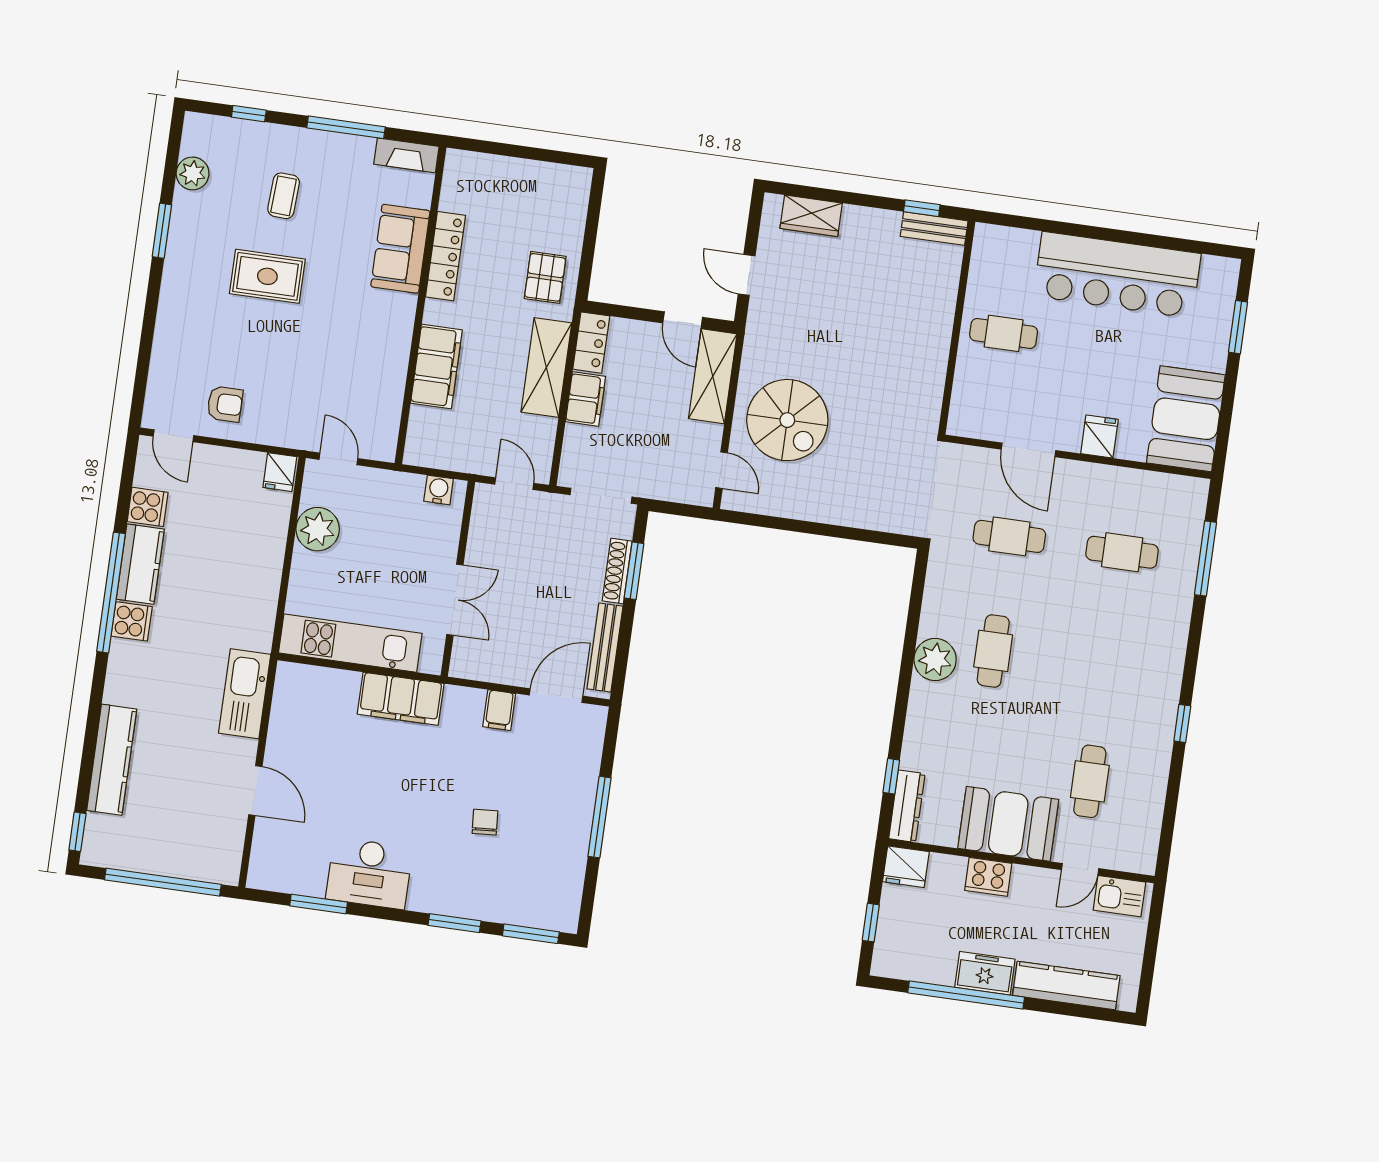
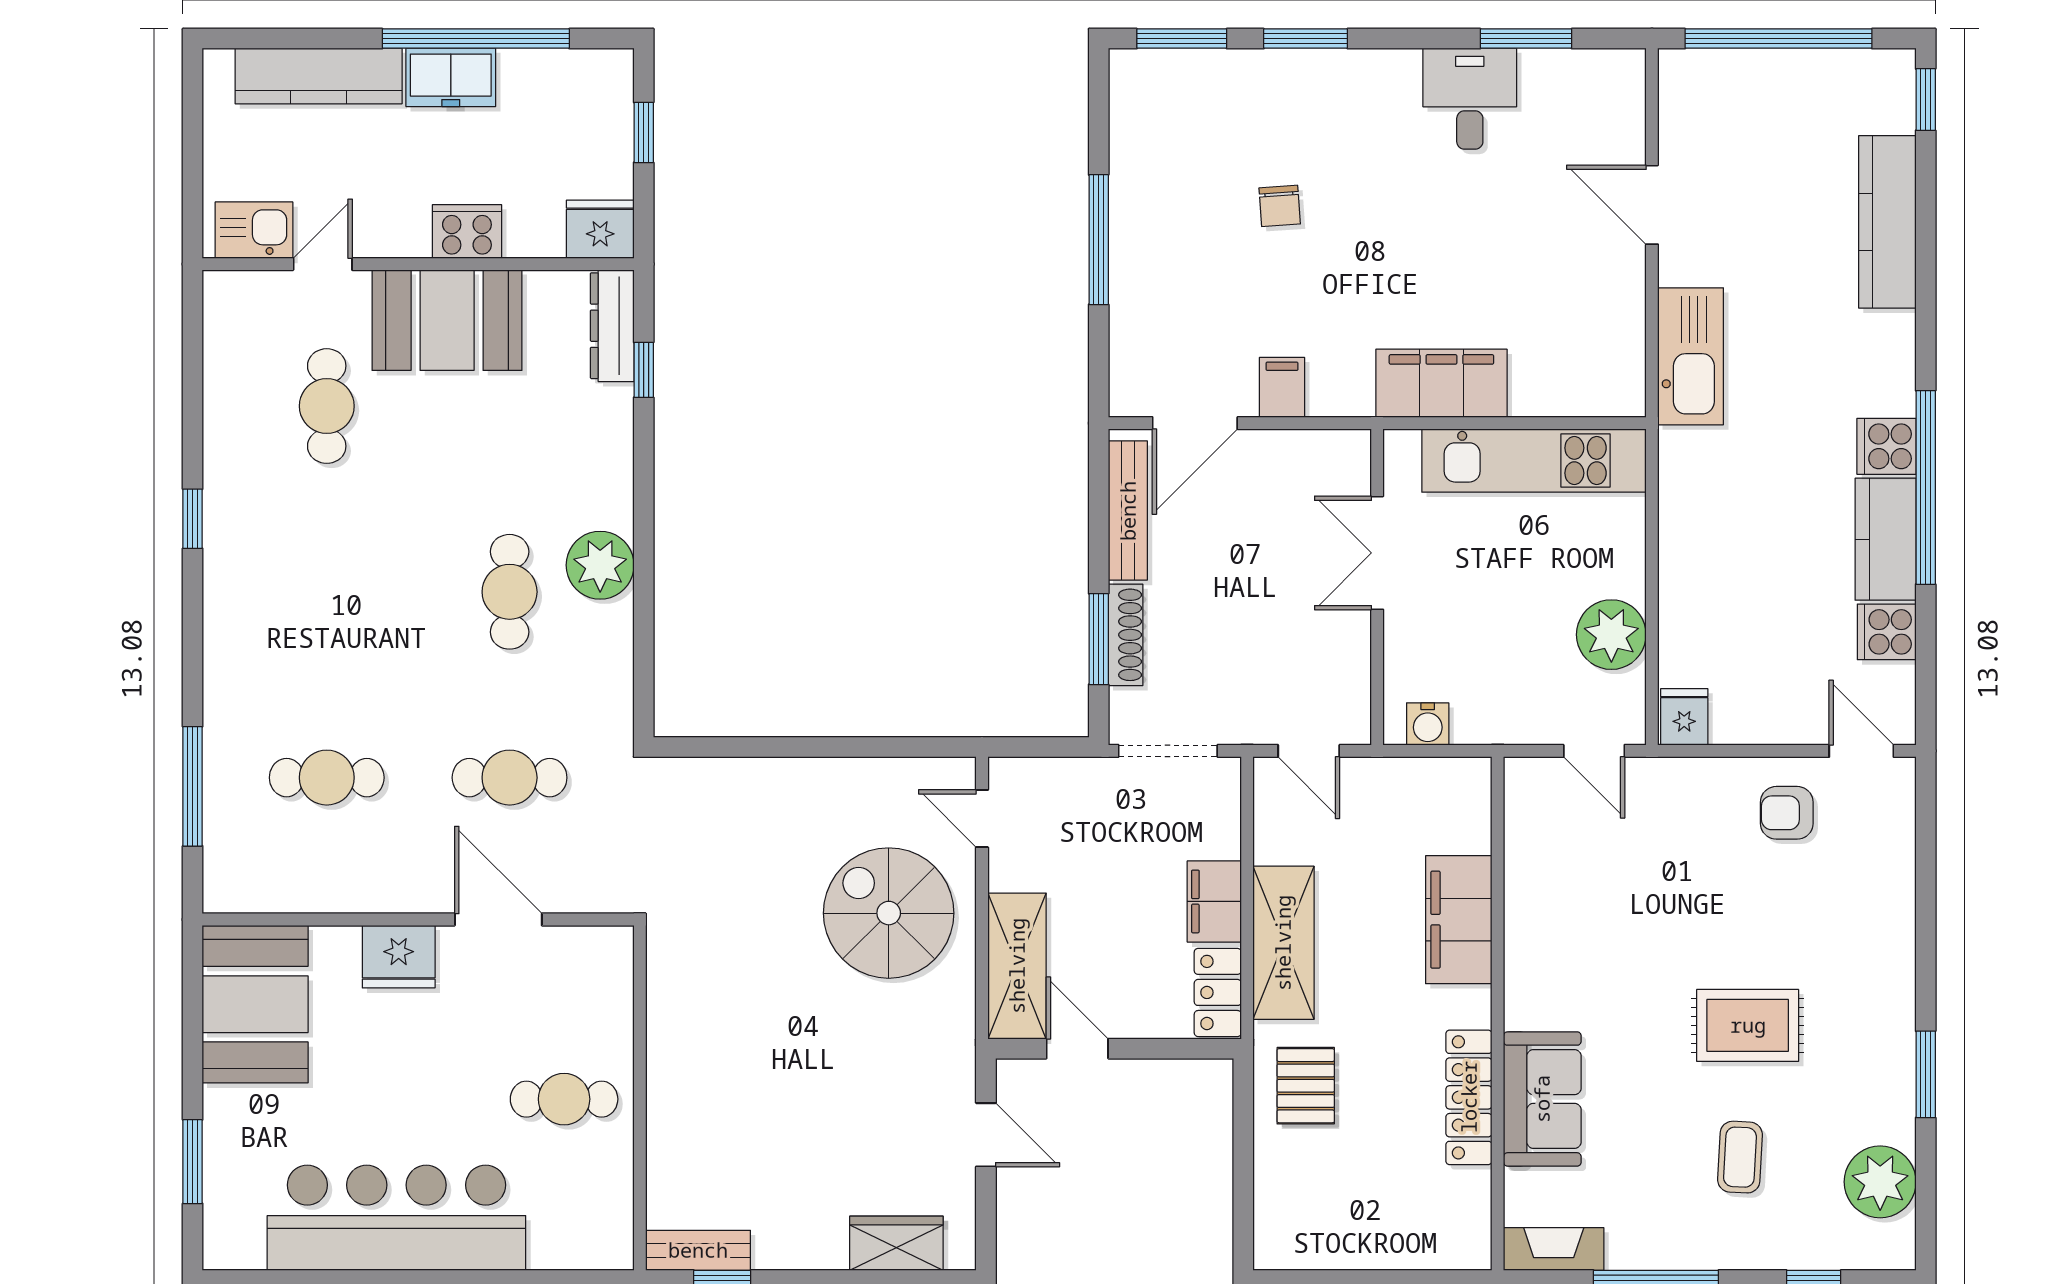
plant: (193, 173) -> (1880, 1182), width x1.36, depth x1.36
fridge: (1099, 436) -> (399, 957), width x1.38
desk: (369, 873) -> (1470, 99), width x0.73

